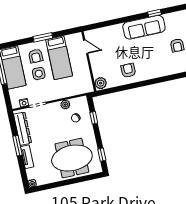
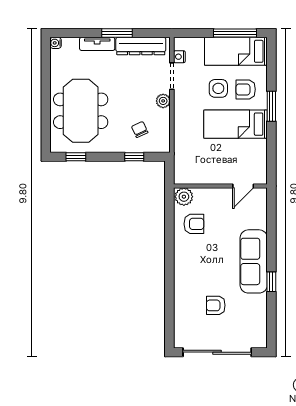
door: (86, 47) -> (243, 186), moved
wall: (89, 61) -> (220, 186), moved
plant: (101, 83) -> (184, 197), moved
plant: (65, 105) -> (163, 101), moved

